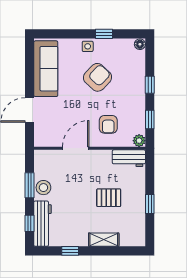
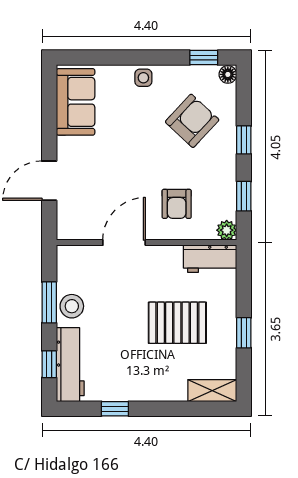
window: (104, 34) -> (204, 58), moved
sofa: (46, 69) -> (76, 102), width x0.73
armchair: (98, 77) -> (192, 121), moved
pallet: (109, 198) -> (177, 323), width x1.50, depth x1.42
shelving: (104, 240) -> (212, 391), moved

